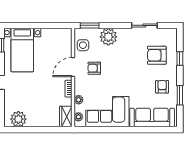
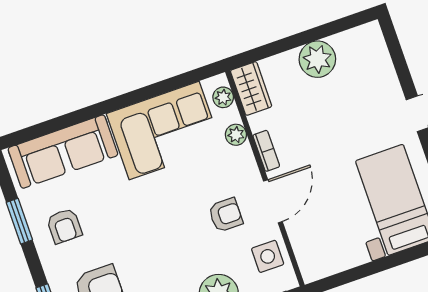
plant: (18, 119) -> (317, 59), moved

